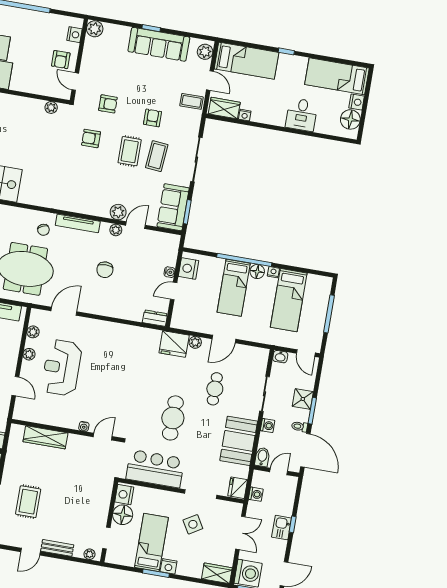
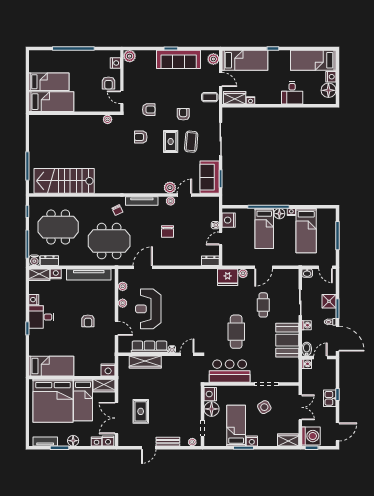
row of seats: (55, 418) -> (149, 347), added
fridge: (238, 488) -> (292, 375), removed
washing machine: (256, 494) -> (307, 364), moved

